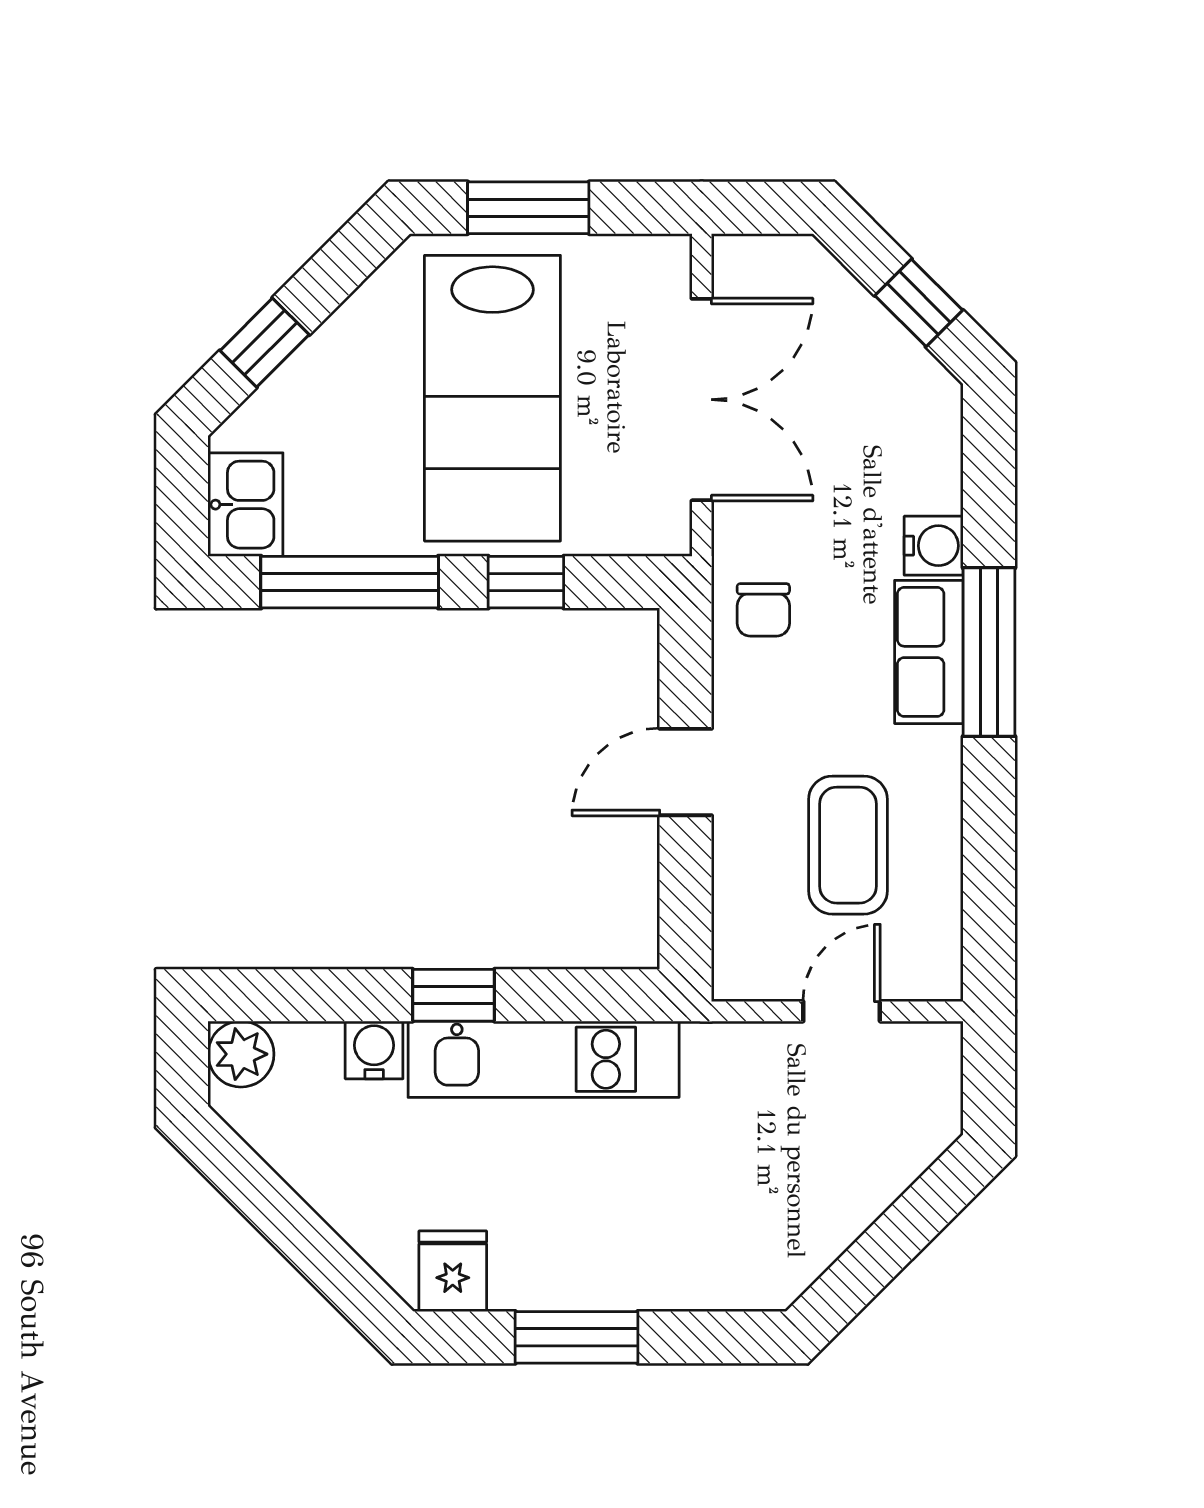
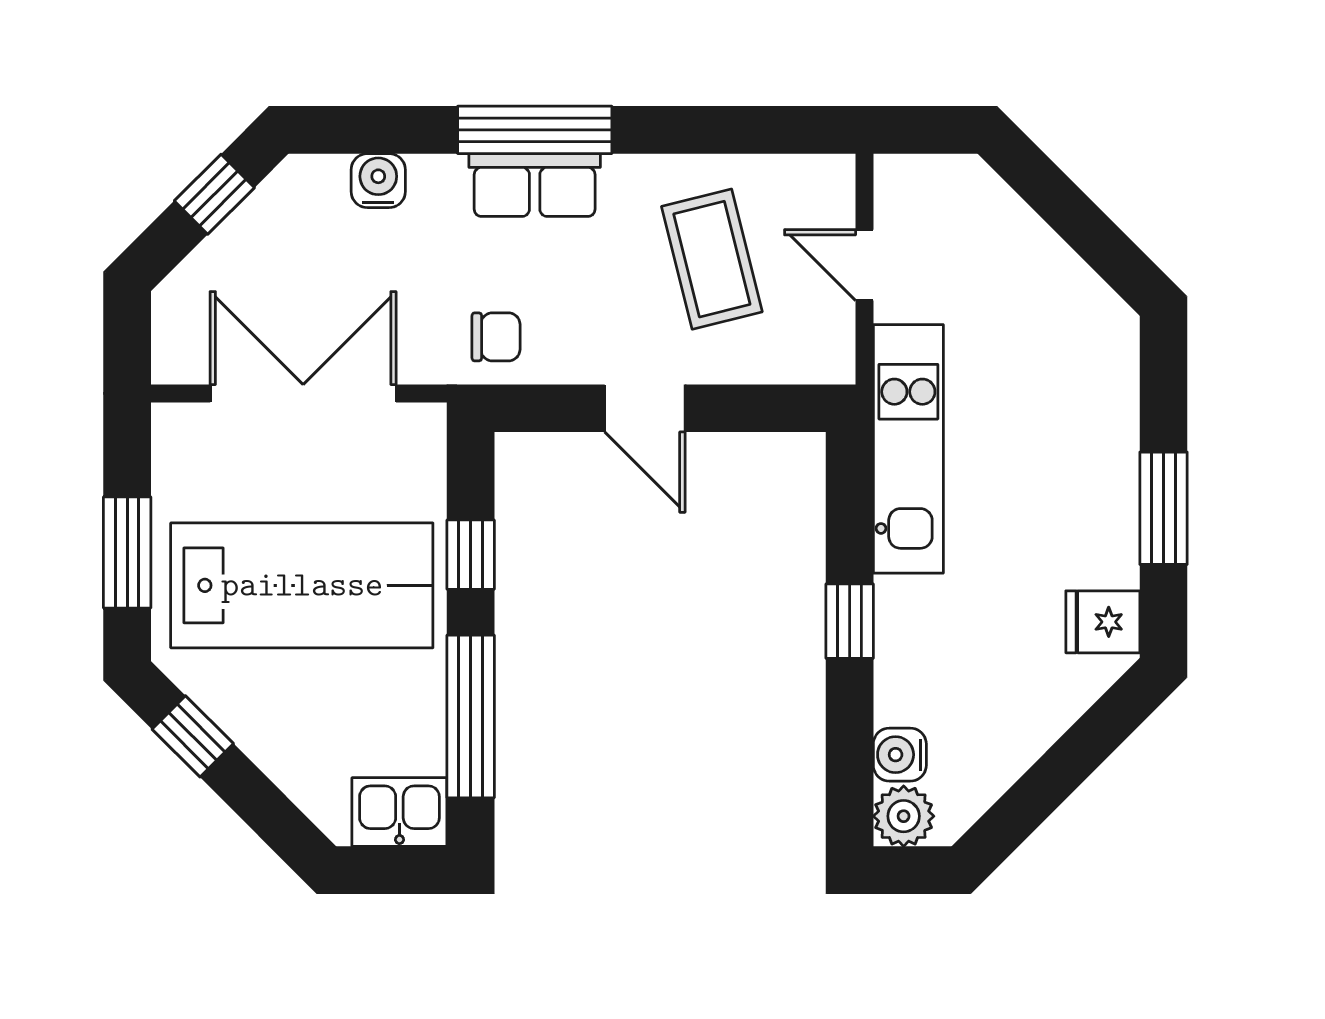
window: (265, 343) -> (193, 736), moved
water cooler: (934, 546) -> (378, 181), moved
coffee table: (848, 845) -> (712, 259), turned 76
water cooler: (374, 1050) -> (900, 755), moved
kitchen unit: (544, 1059) -> (908, 449), moved

